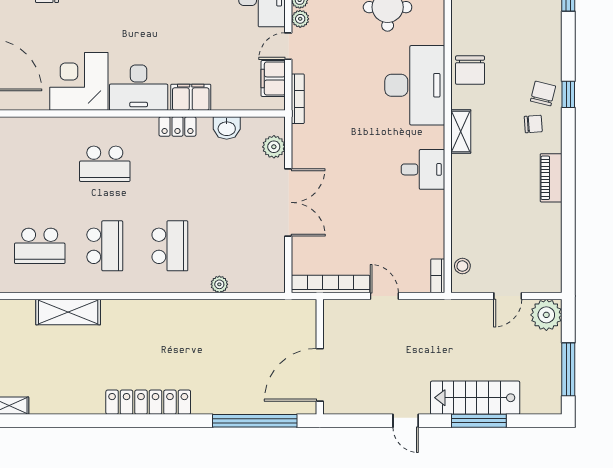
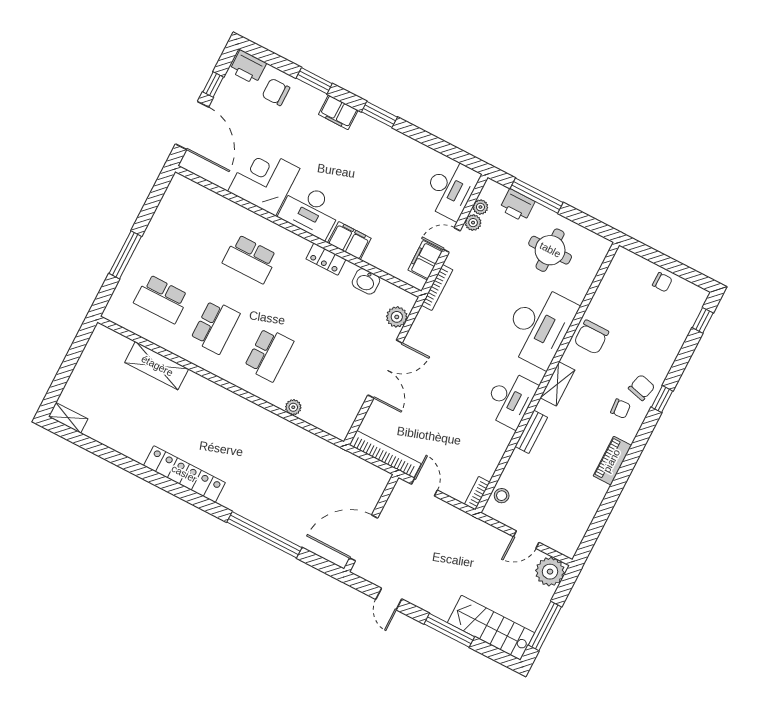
desk: (423, 169) -> (510, 399), width x1.37
bench: (459, 190) -> (531, 432), added
wall: (320, 357) -> (371, 523), moved
door: (320, 375) -> (364, 538), moved
stairs: (475, 398) -> (491, 628), moved

